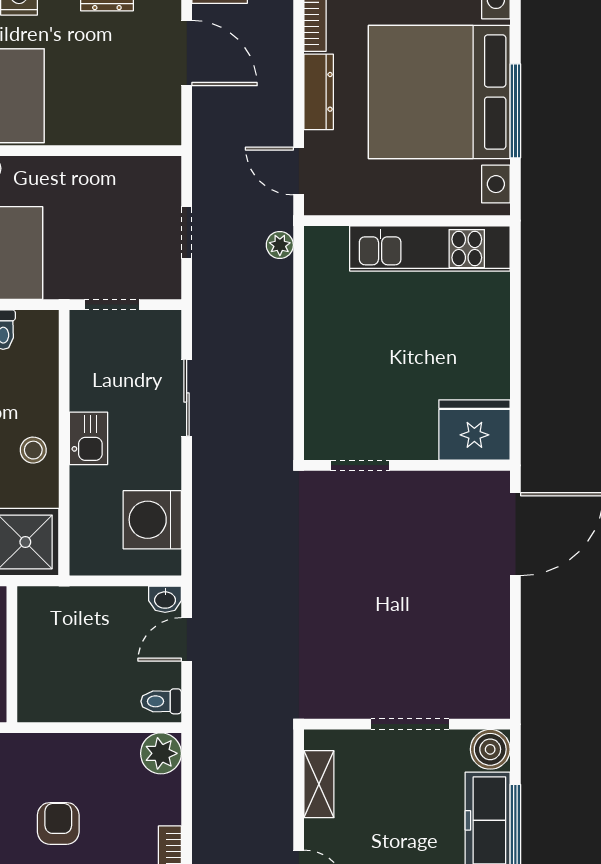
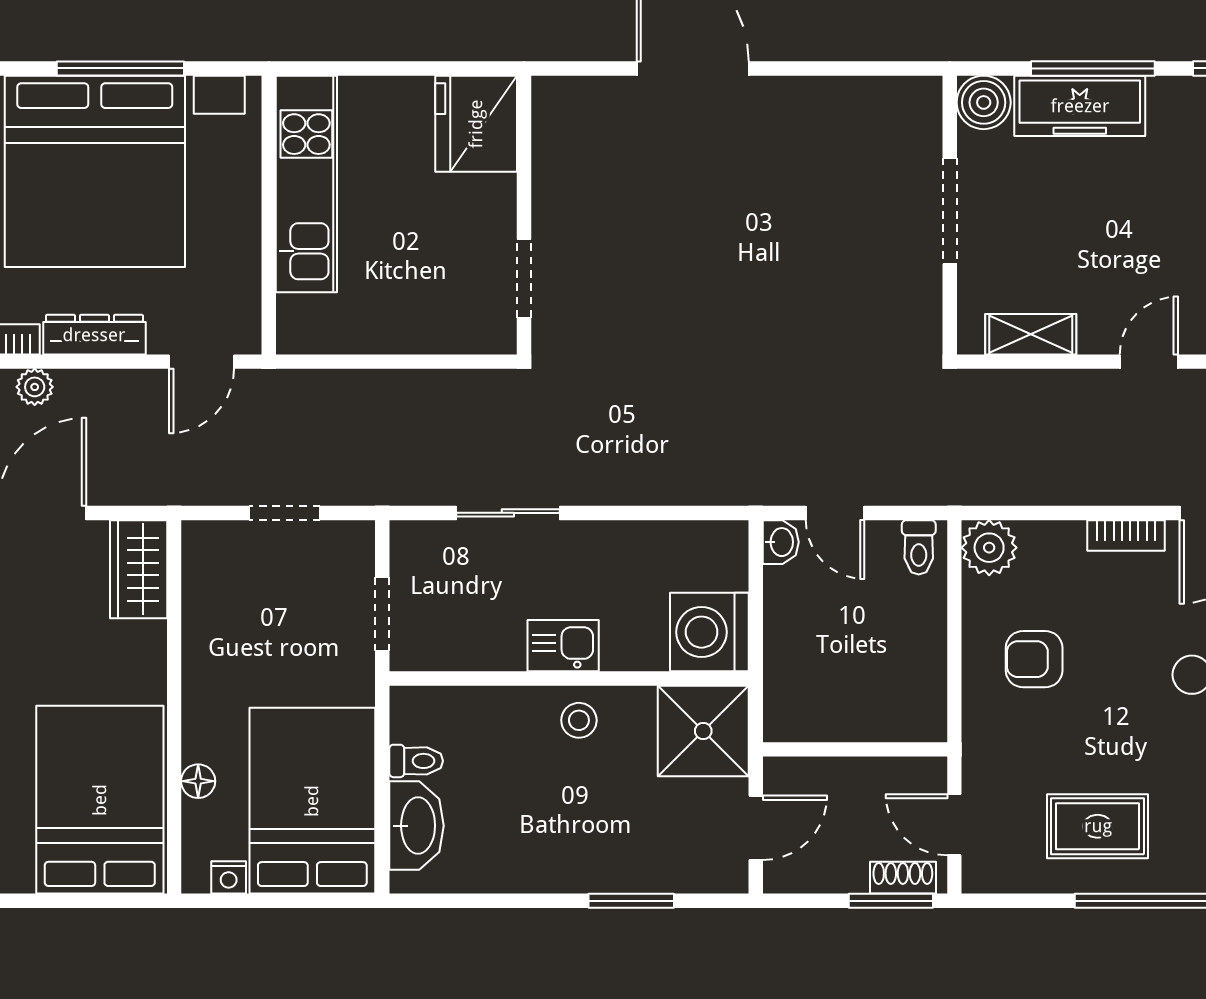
wardrobe: (145, 124) -> (139, 569), added
plant: (280, 245) -> (35, 387), moved
fridge: (474, 430) -> (476, 124), moved
doorway: (360, 465) -> (524, 279), moved
wall: (407, 465) -> (524, 215), moved
washing machine: (152, 520) -> (709, 632), moved, turned 90
armchair: (58, 823) -> (1034, 659), moved

